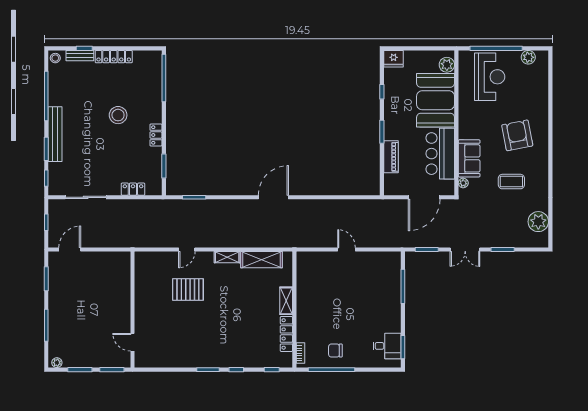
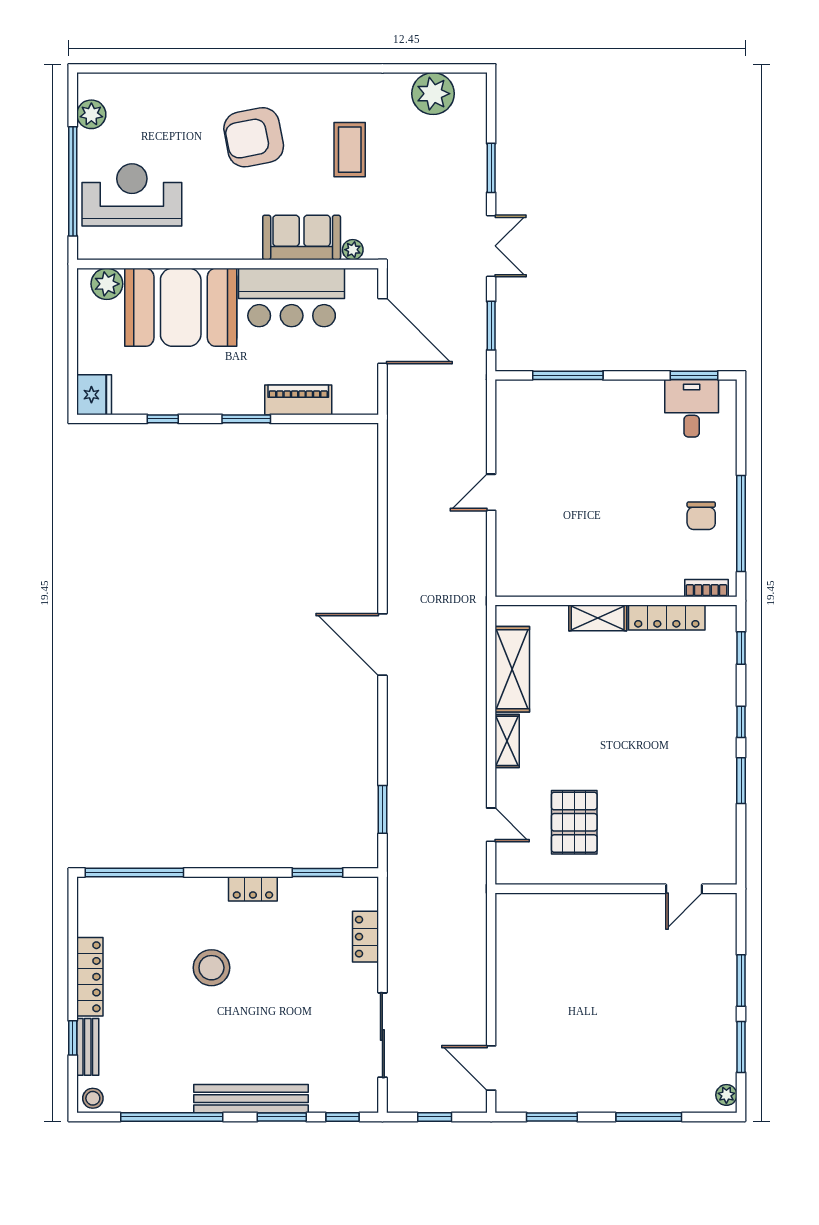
wall: (132, 310) -> (616, 889), moved
door: (132, 342) -> (684, 889), moved

